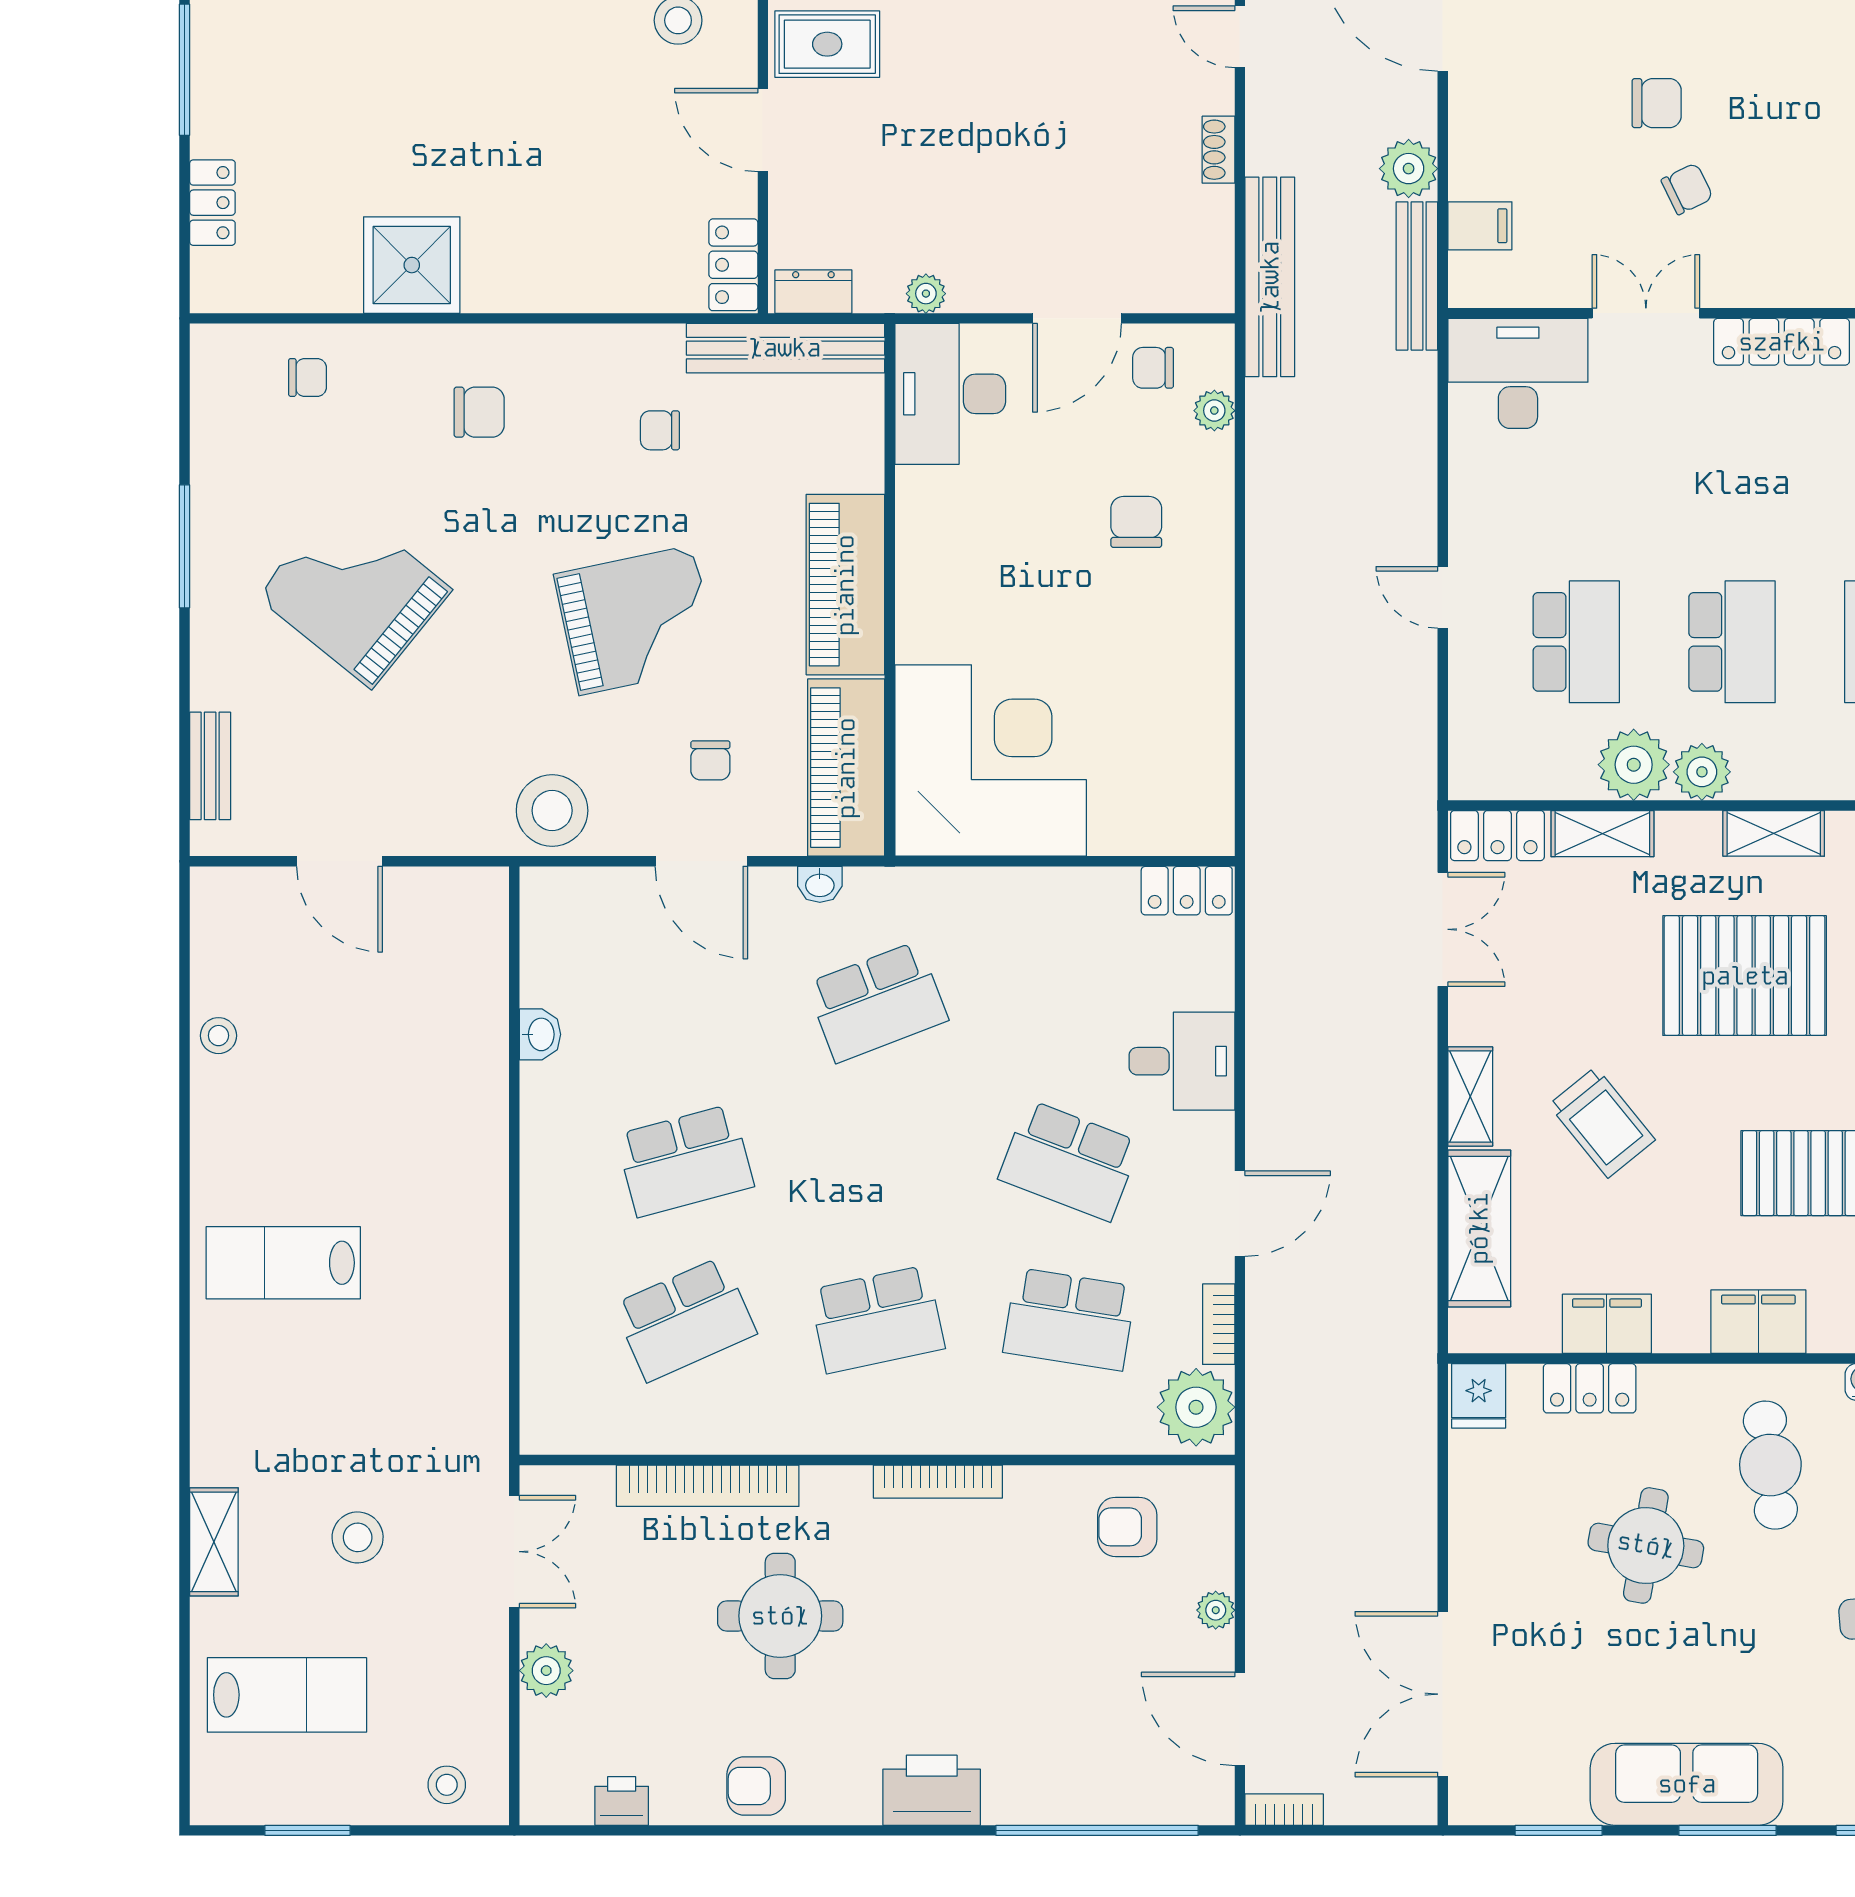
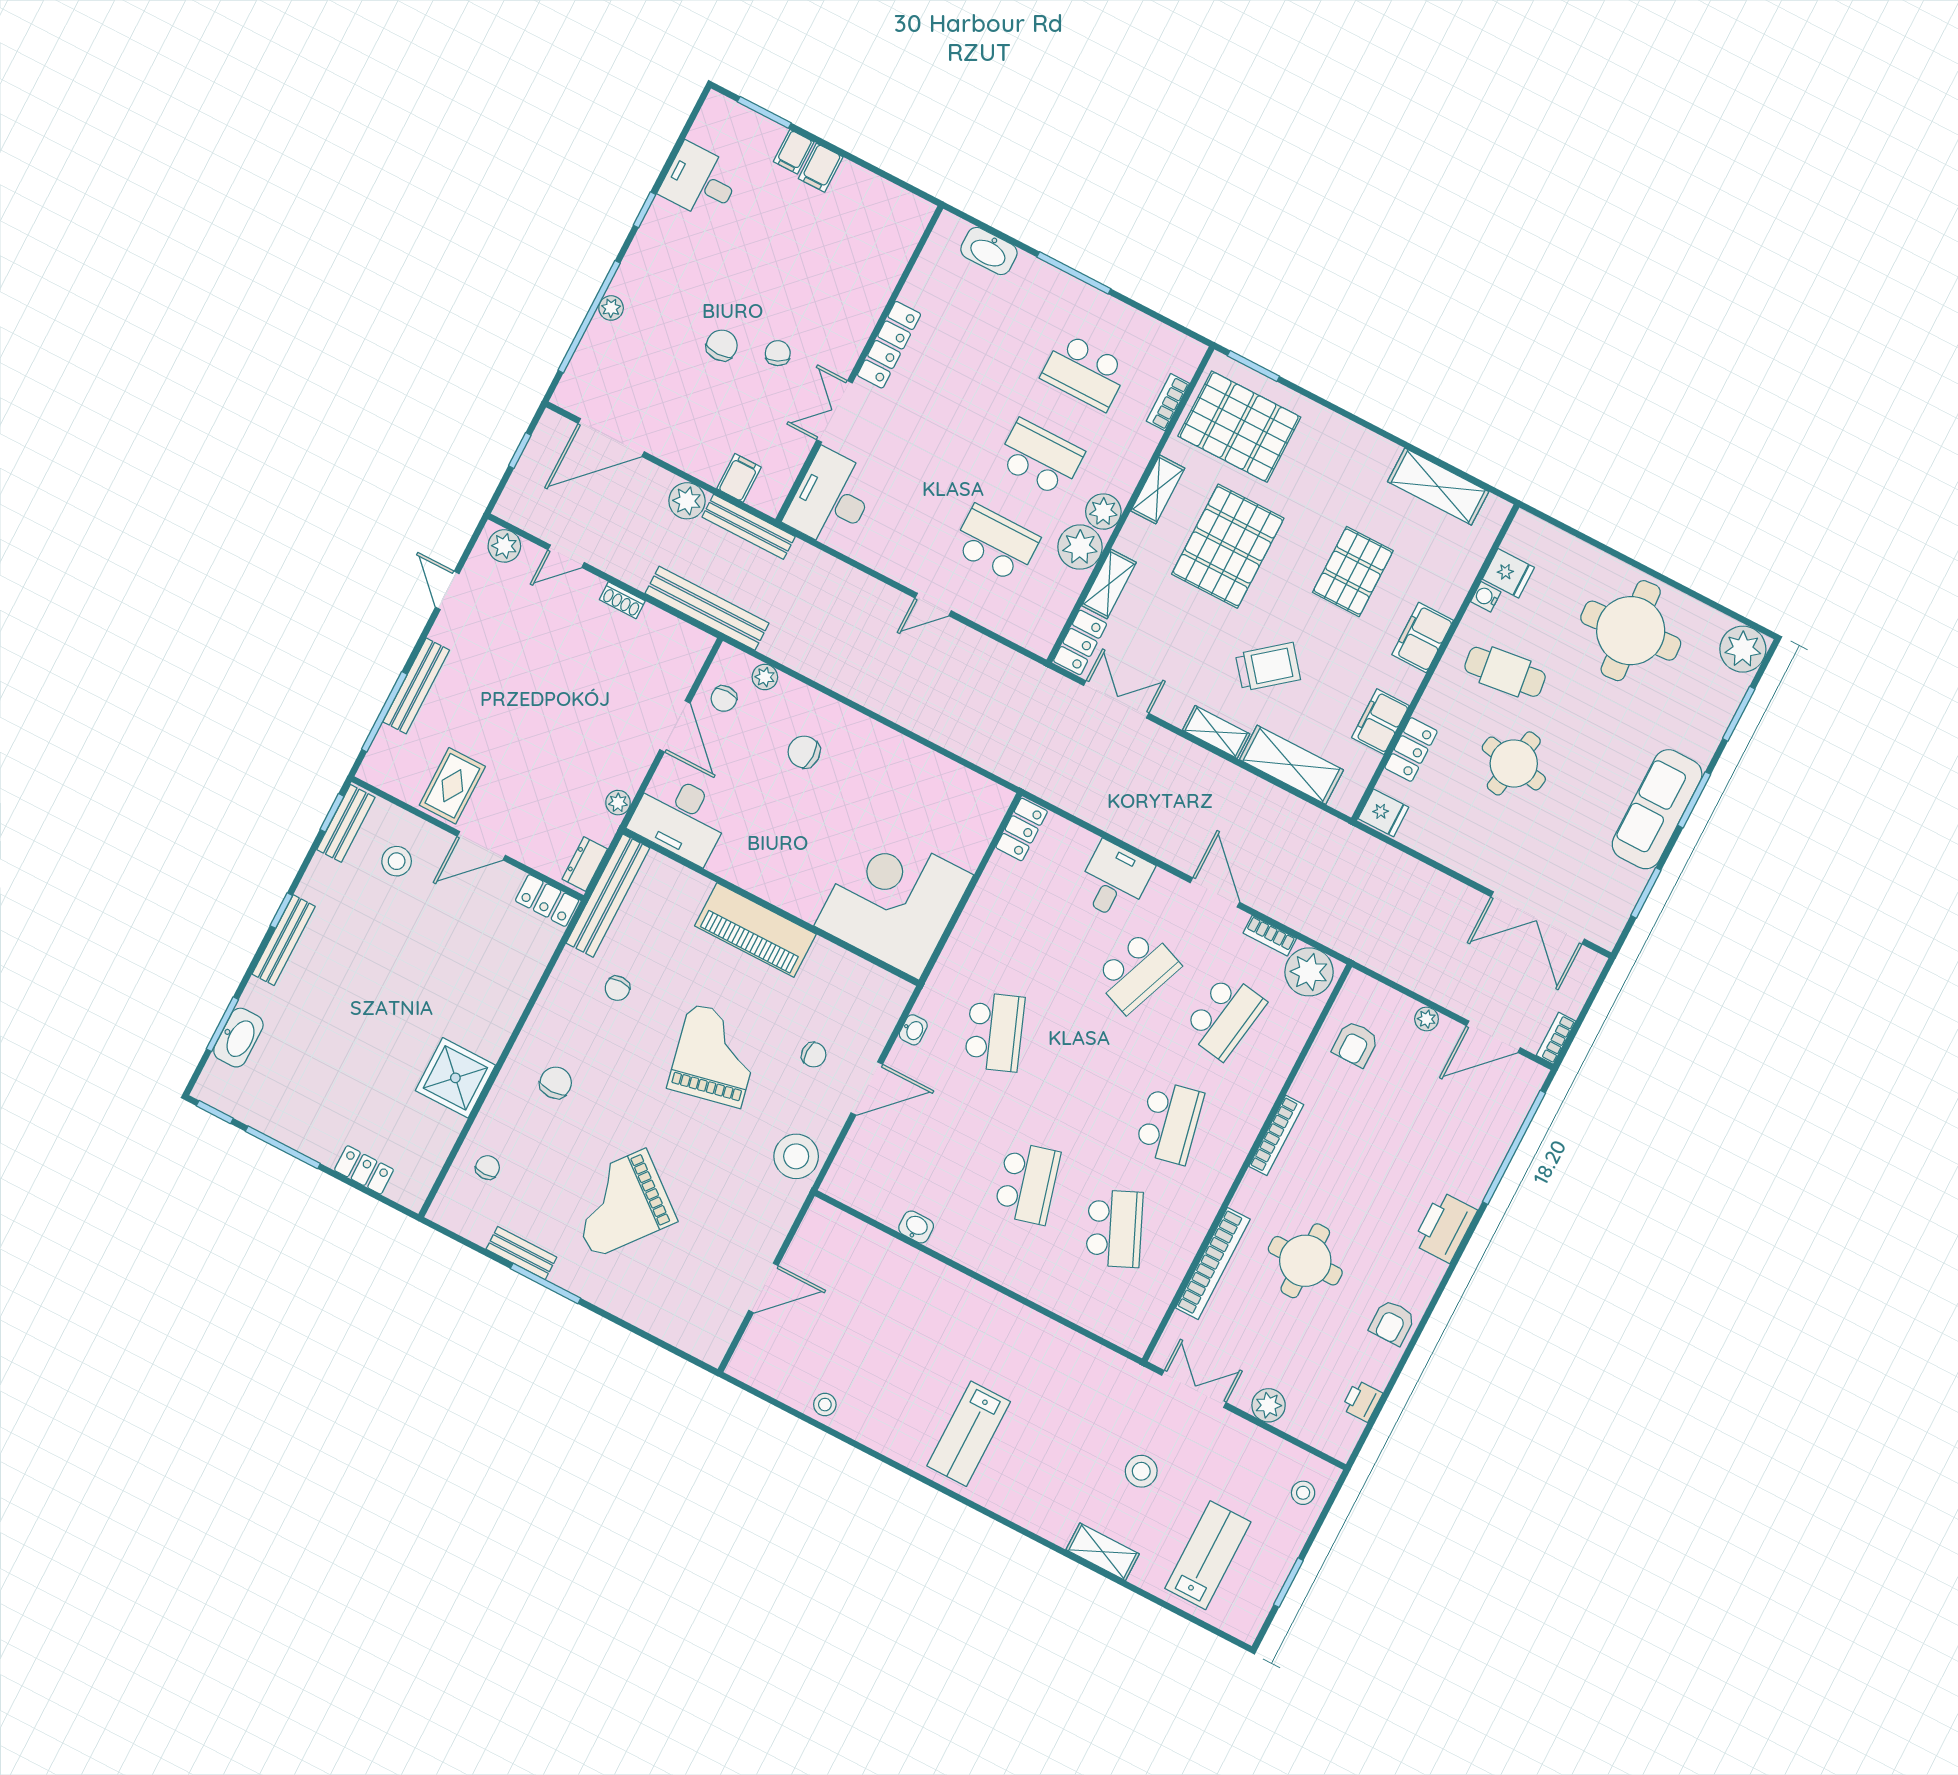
bench: (210, 766) -> (521, 1253), moved
piano: (846, 768) -> (856, 982), removed

